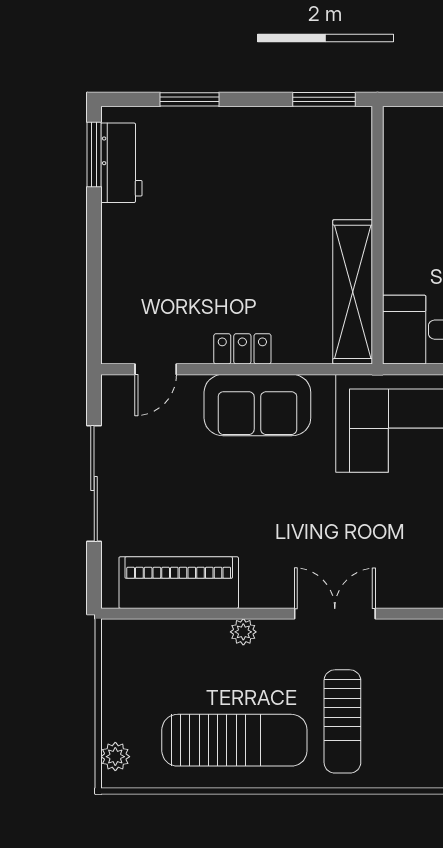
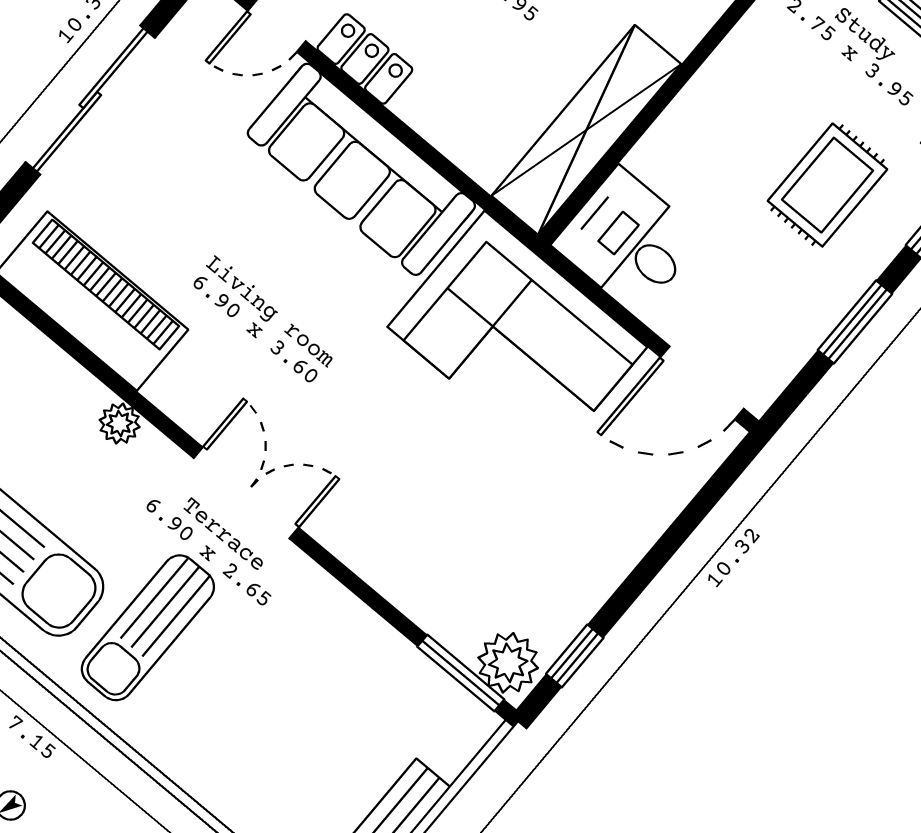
locker: (242, 349) -> (365, 59), moved
sofa: (257, 405) -> (361, 169), width x1.36

